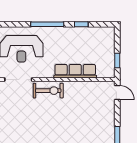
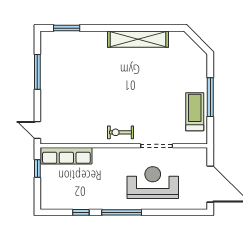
row of seats: (75, 71) -> (66, 156), moved
exercise bike: (48, 91) -> (120, 132), width x0.73, depth x0.72

